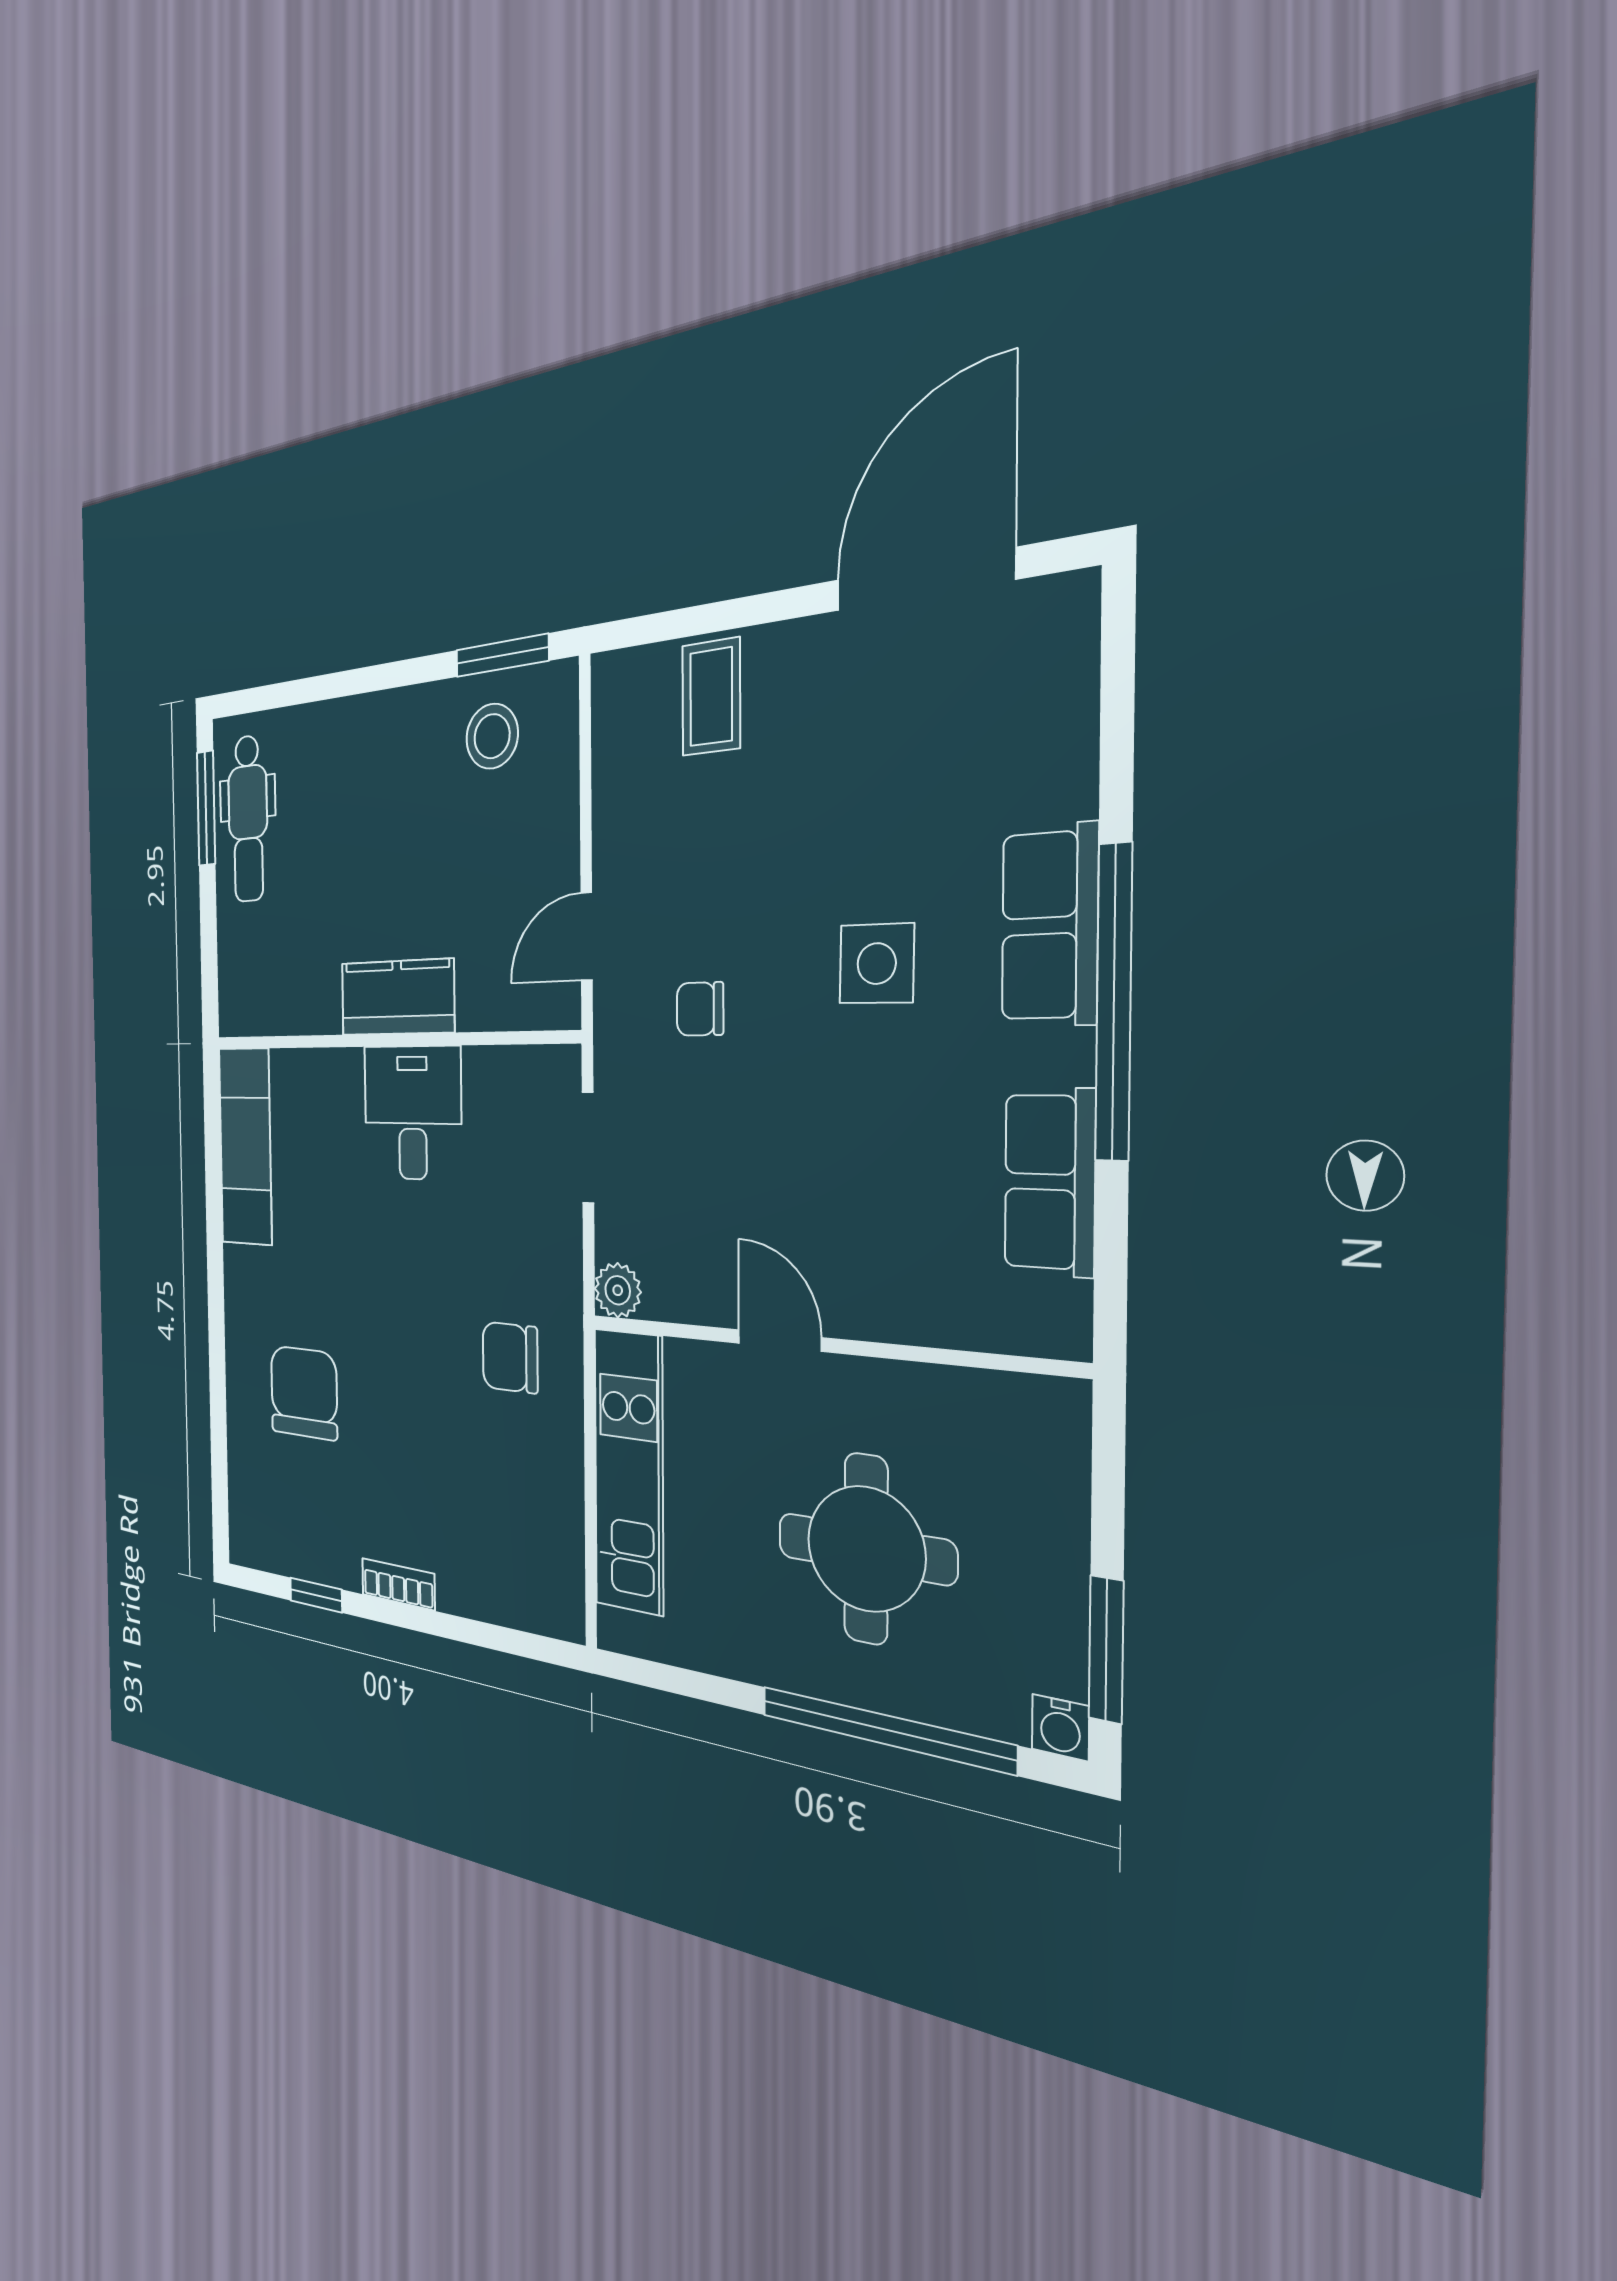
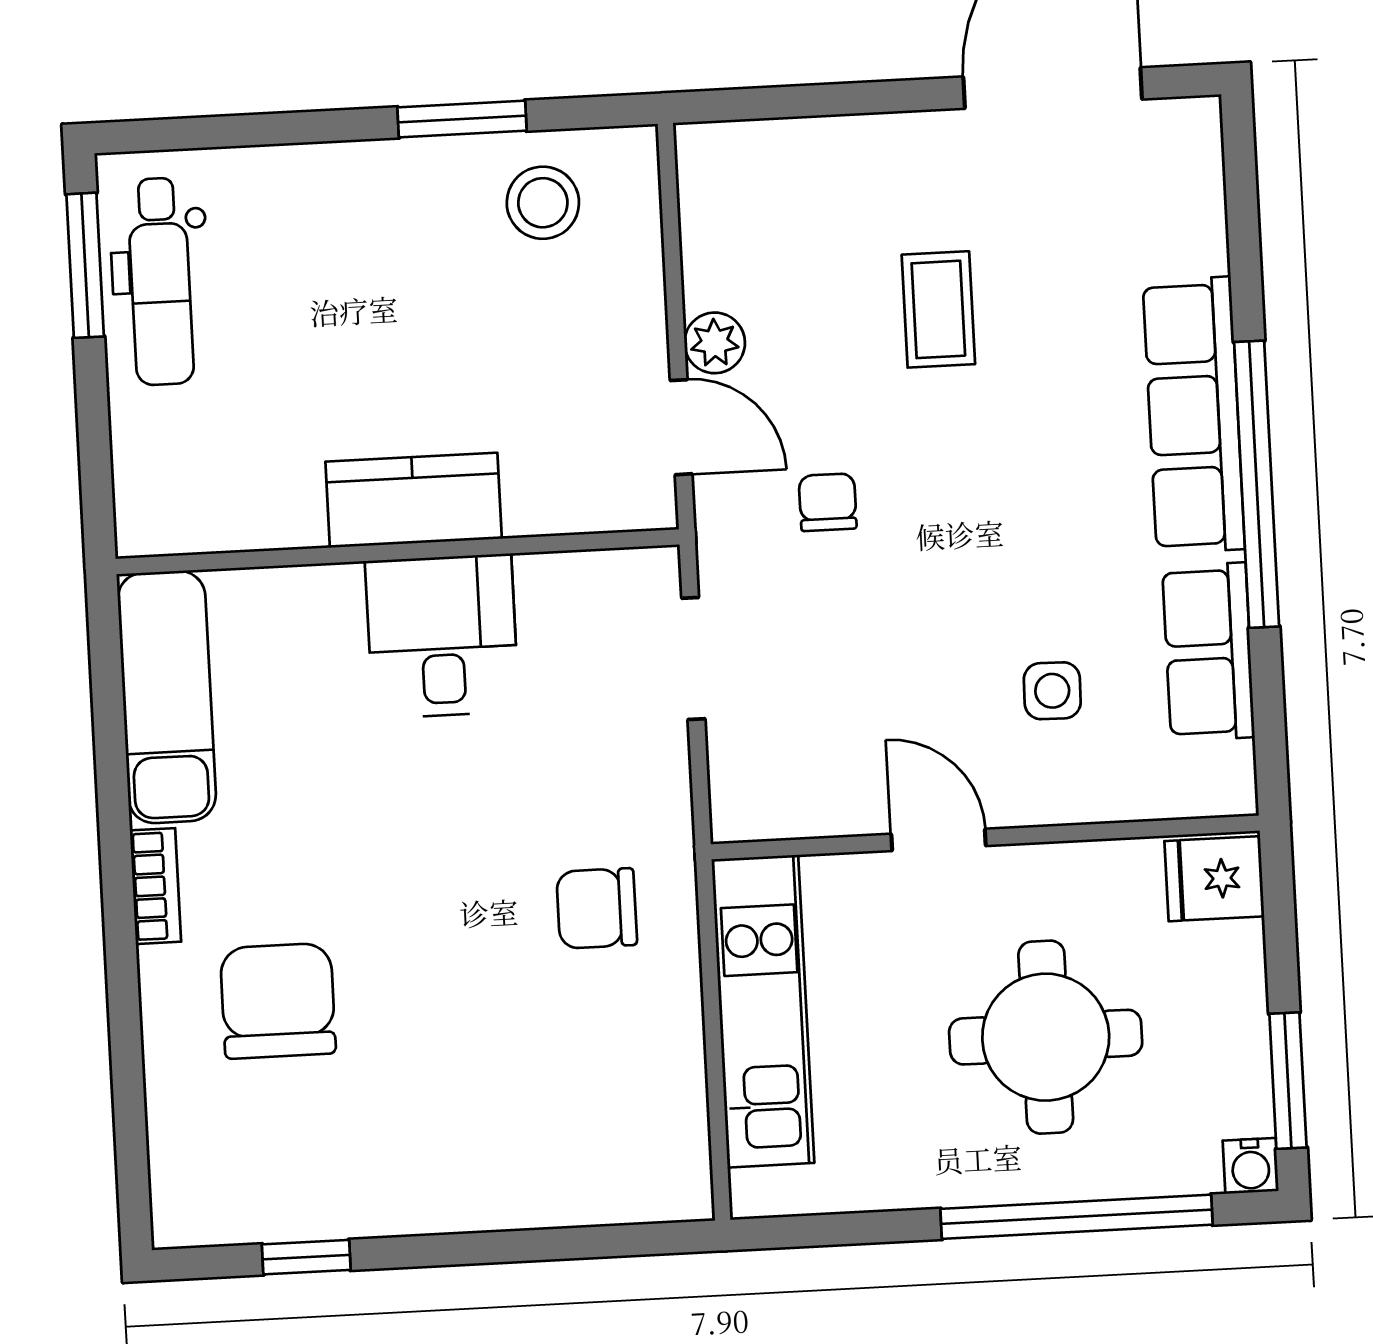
window: (502, 655) -> (462, 119), moved
coffee table: (711, 697) -> (938, 309), moved
row of seats: (1050, 925) -> (1194, 415), width x1.48
door: (587, 937) -> (681, 427), swing flipped
side table: (877, 964) -> (1052, 691), moved, width x0.73, depth x0.73
chair: (700, 1009) -> (828, 502), turned 90
plant: (618, 1290) -> (715, 343), moved
fridge: (1041, 1422) -> (1214, 879), added
bookcase: (398, 1584) -> (155, 886), moved, turned 90

